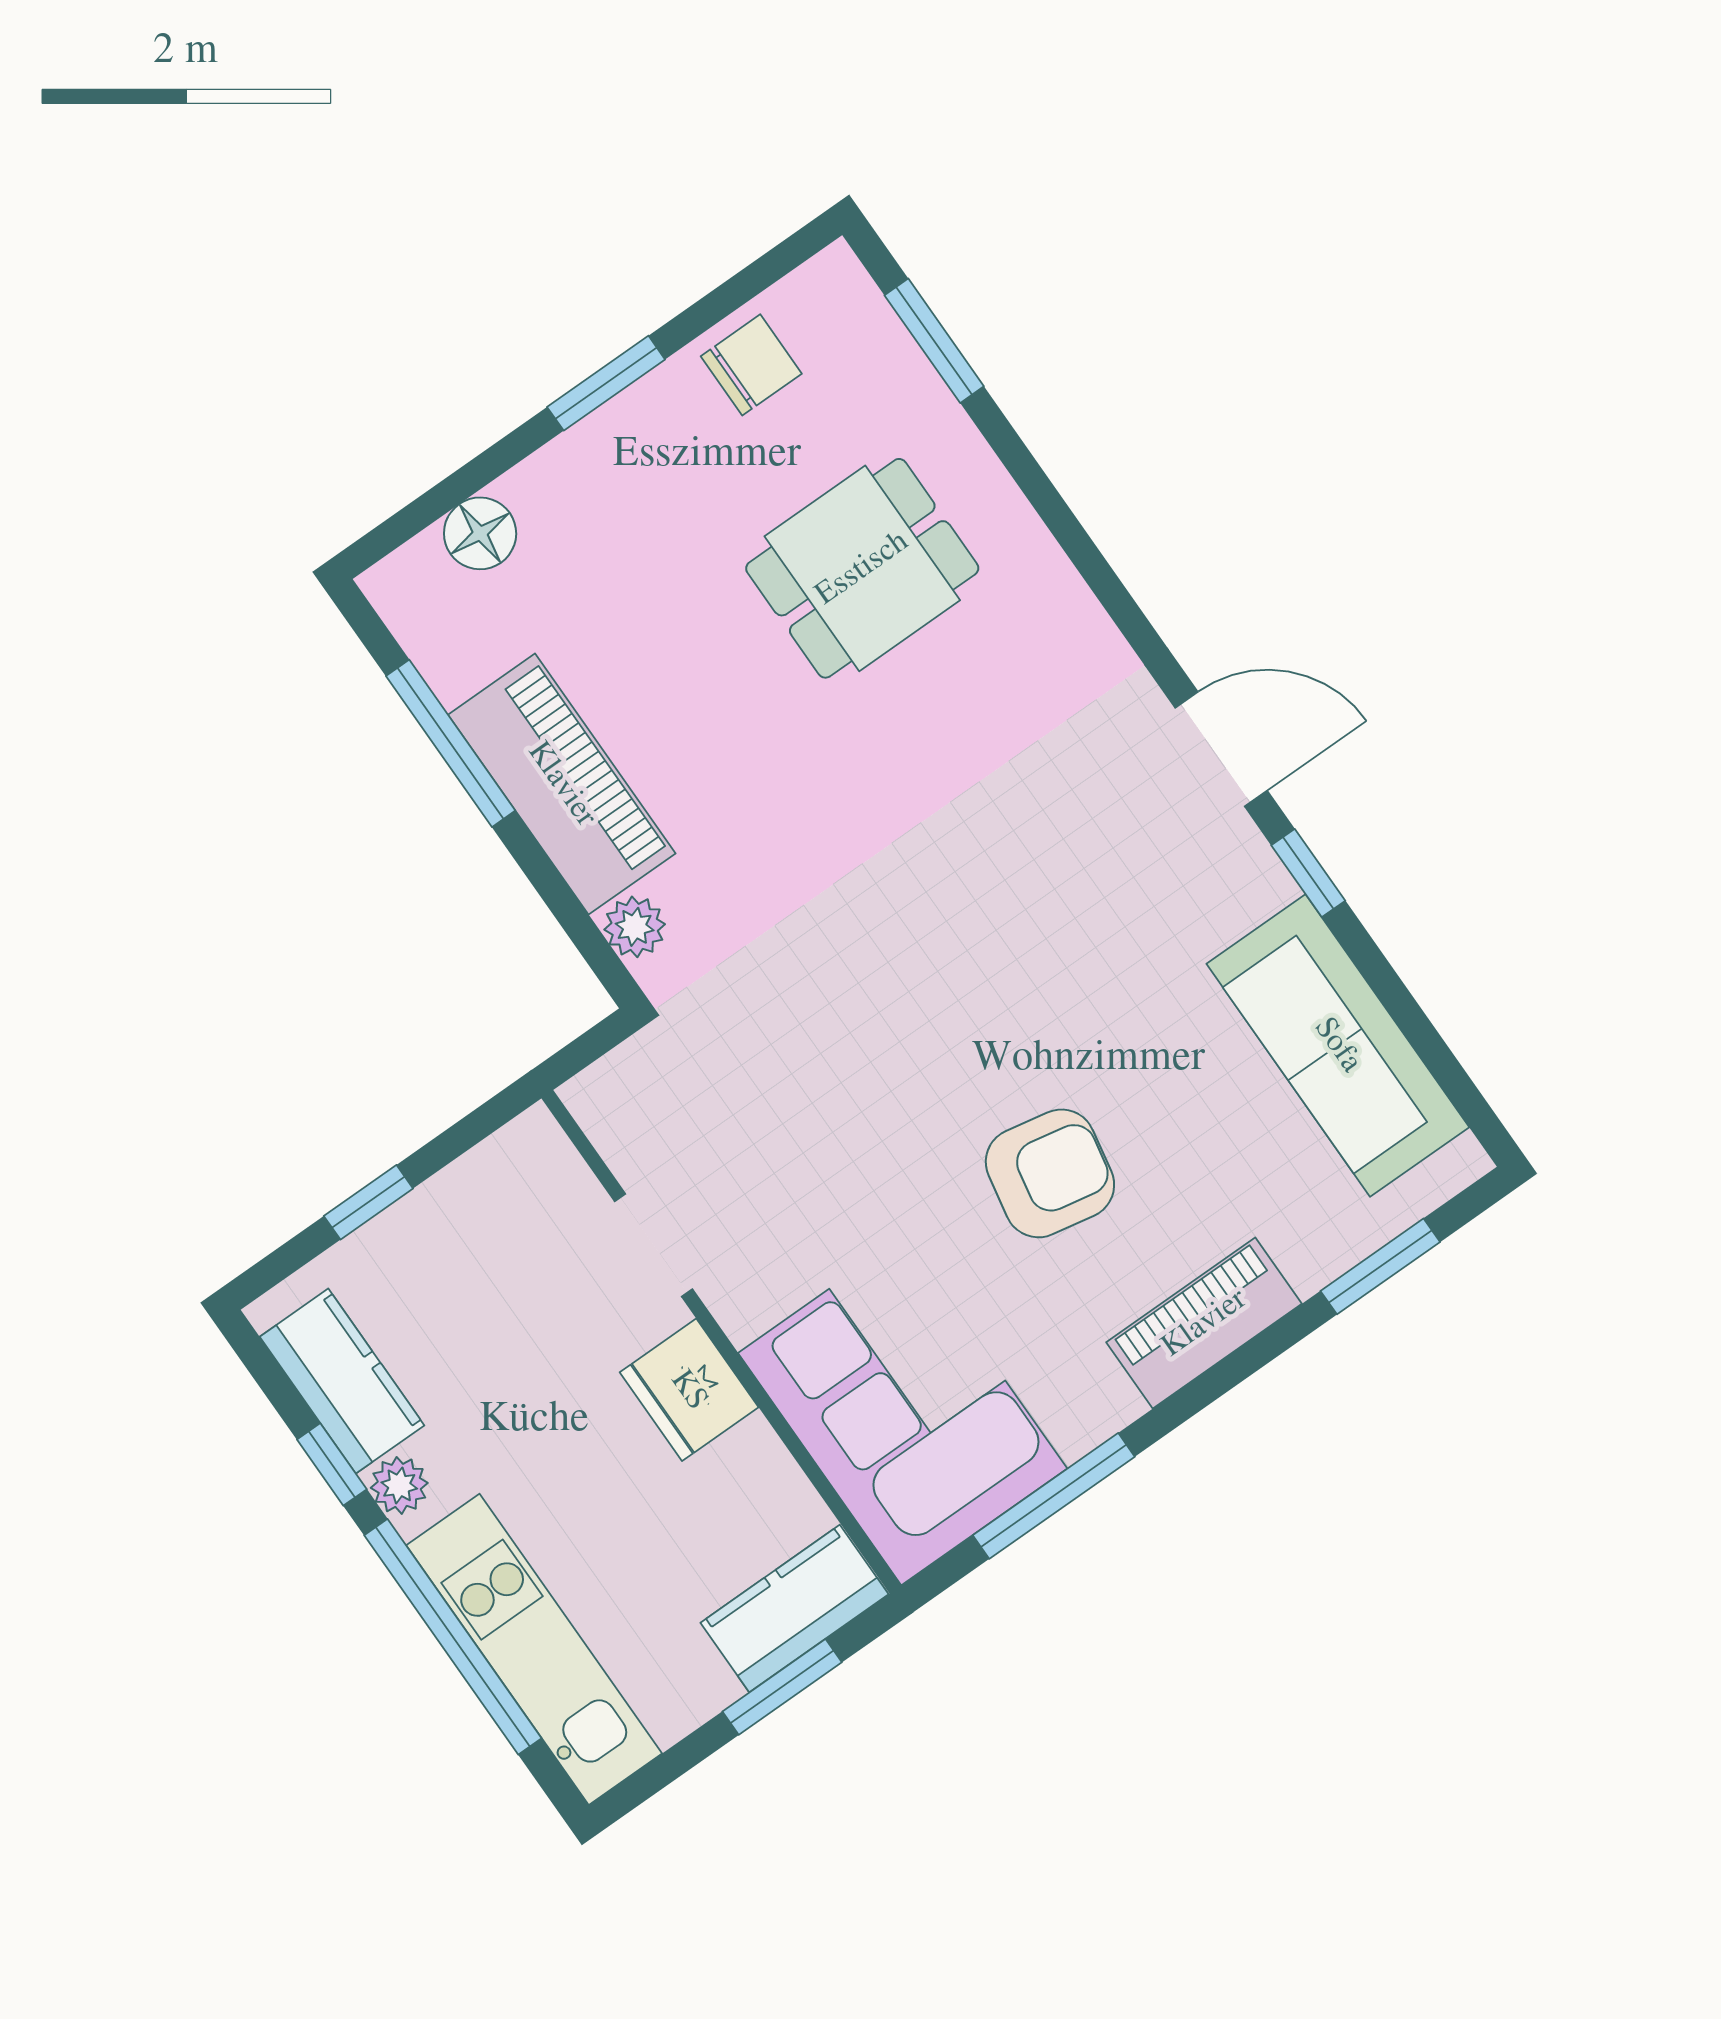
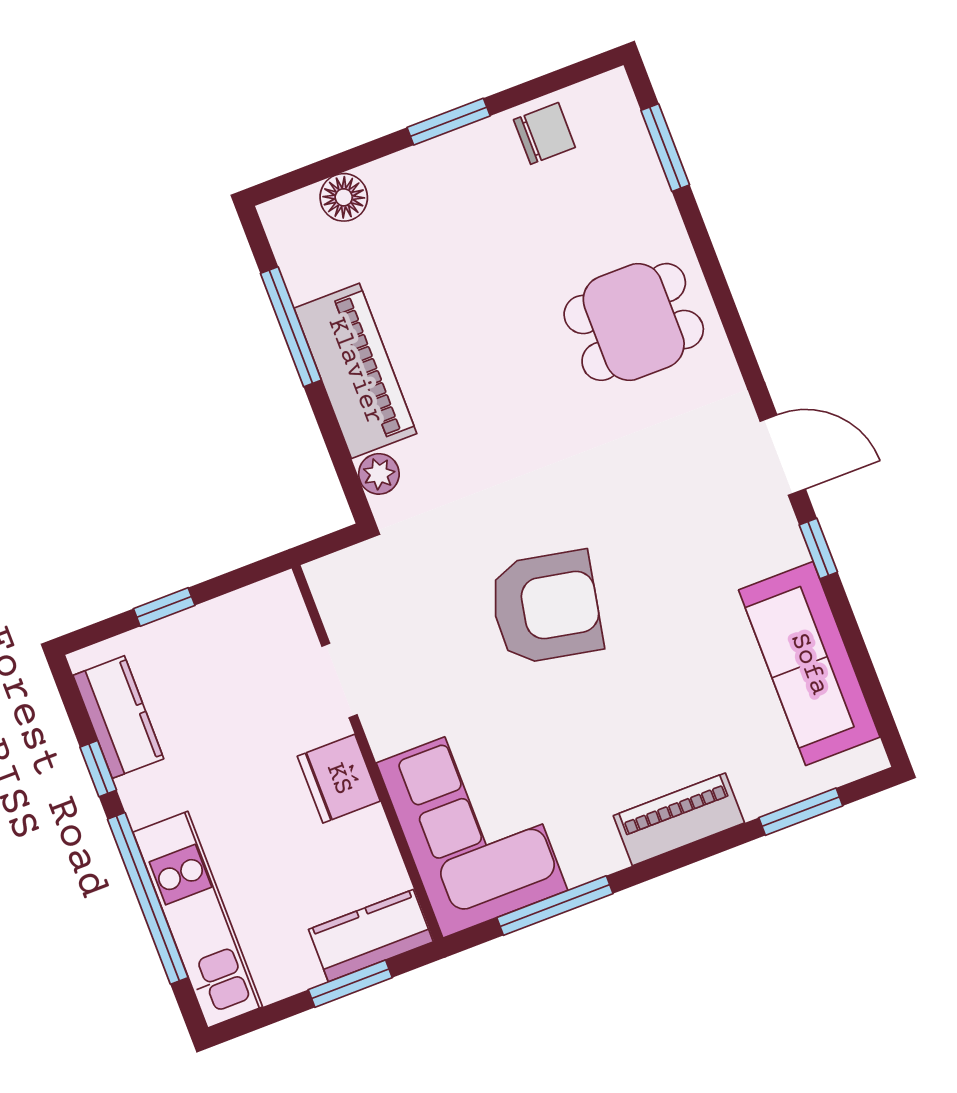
dining table: (862, 568) -> (634, 322), moved
armchair: (1050, 1173) -> (546, 607), moved, width x1.36, depth x1.36
plant: (399, 1485) -> (138, 793), removed

